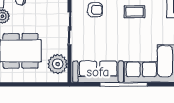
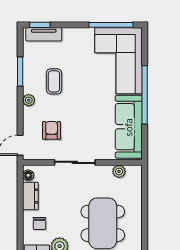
plant: (58, 64) -> (119, 171), width x0.53, depth x0.53

